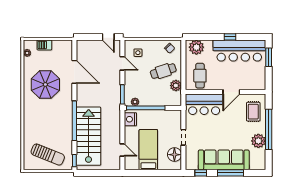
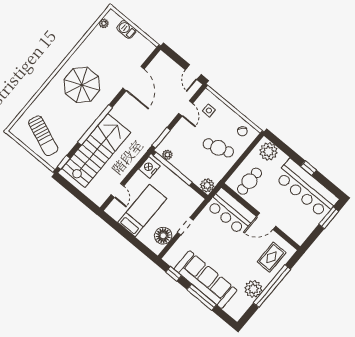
parasol: (45, 84) -> (82, 85), moved
plant: (176, 86) -> (207, 185), moved

